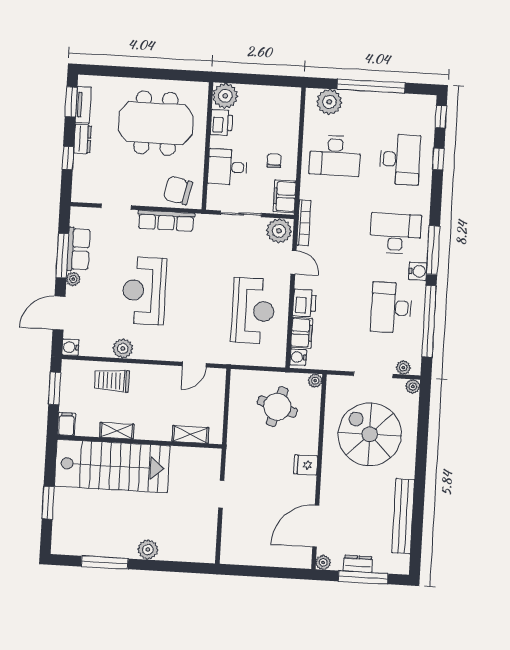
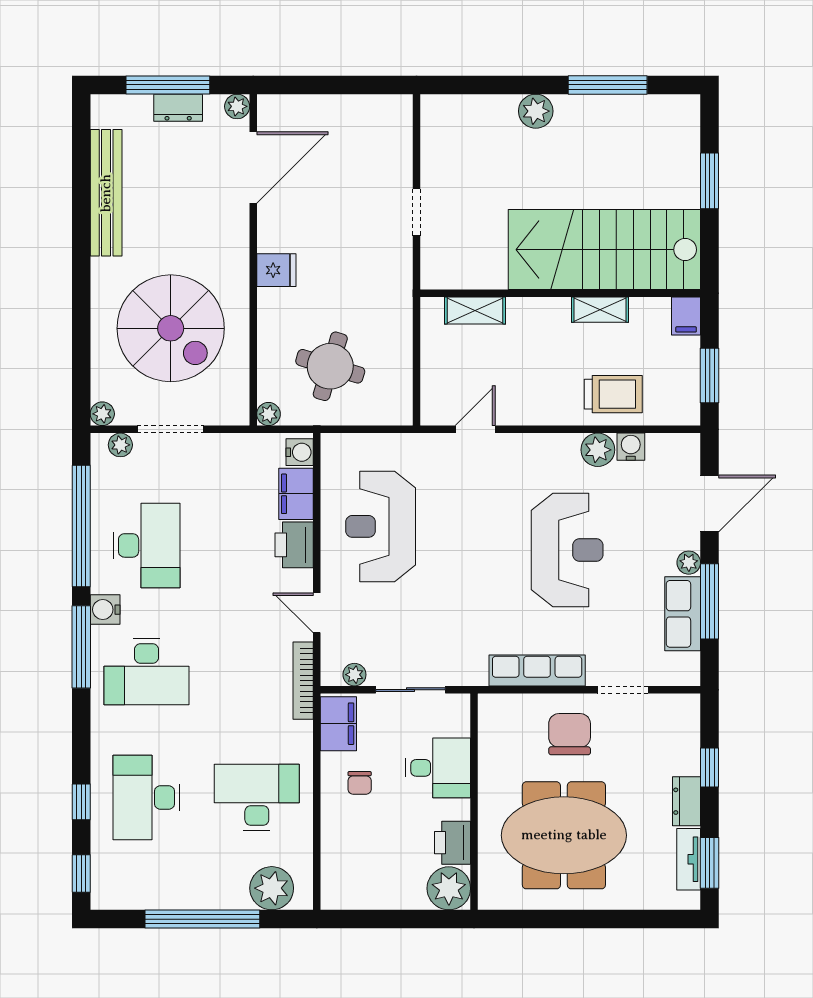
chair: (178, 190) -> (570, 734), moved, turned -102
plant: (279, 231) -> (354, 675), width x0.53, depth x0.53
water cooler: (70, 347) -> (631, 447), moved, turned -90

